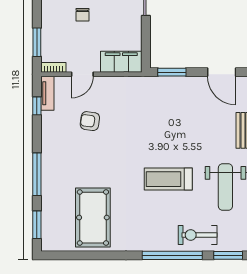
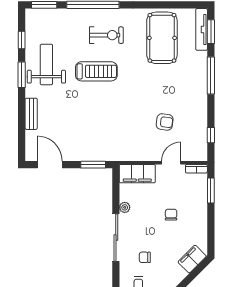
plant: (136, 23) -> (125, 207), added
tv unit: (47, 93) -> (202, 29), moved, width x1.41
exercise bike: (198, 235) -> (106, 35), moved

